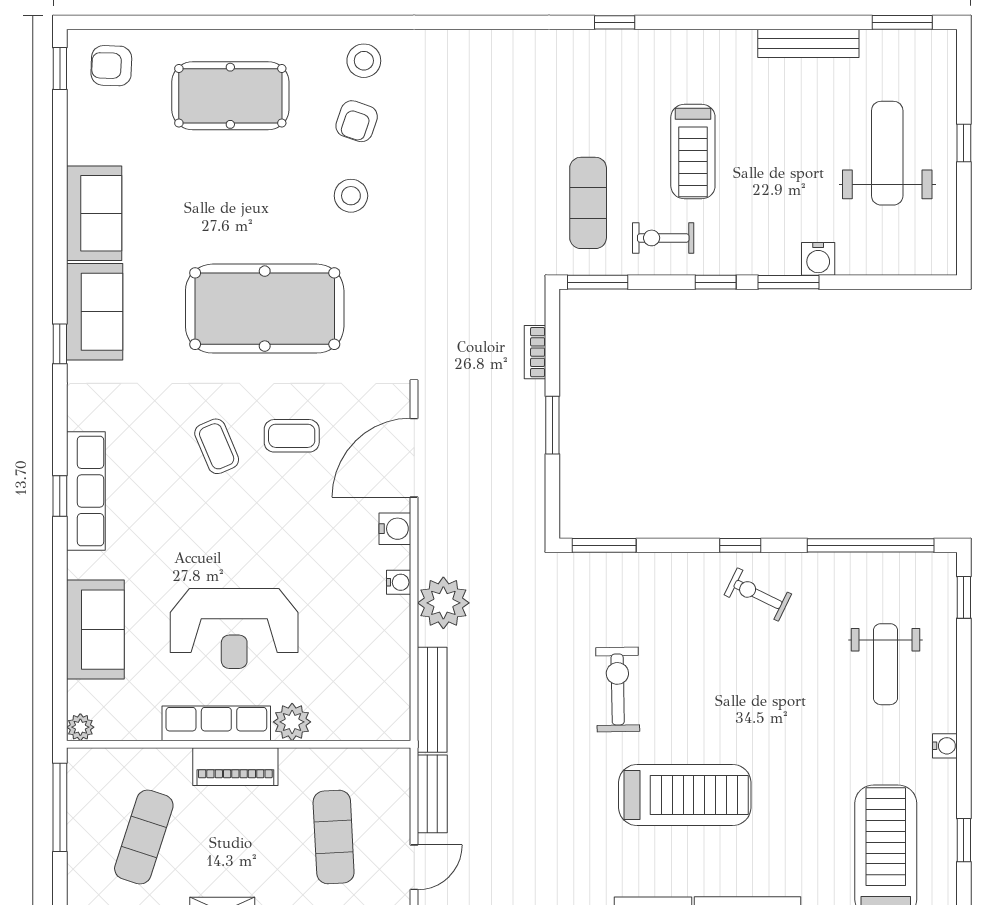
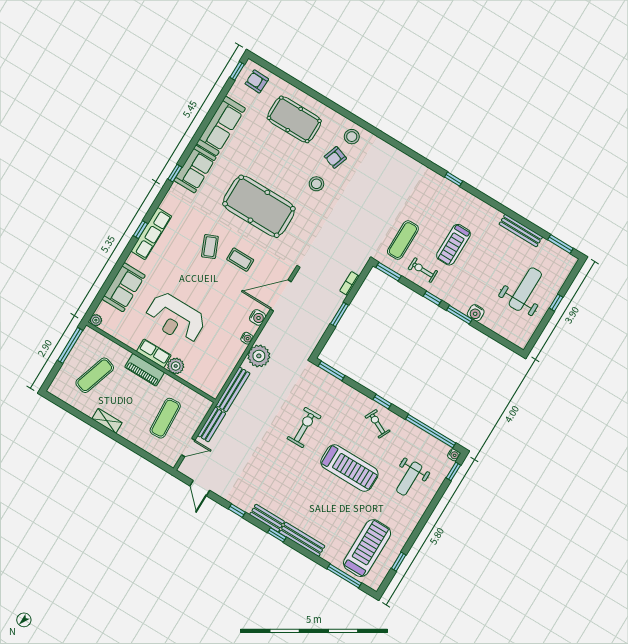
sofa: (94, 213) -> (221, 126), width x1.36
row of seats: (216, 723) -> (154, 353), width x0.68
water cooler: (945, 746) -> (454, 455), moved
treadmill: (685, 795) -> (349, 468), moved

